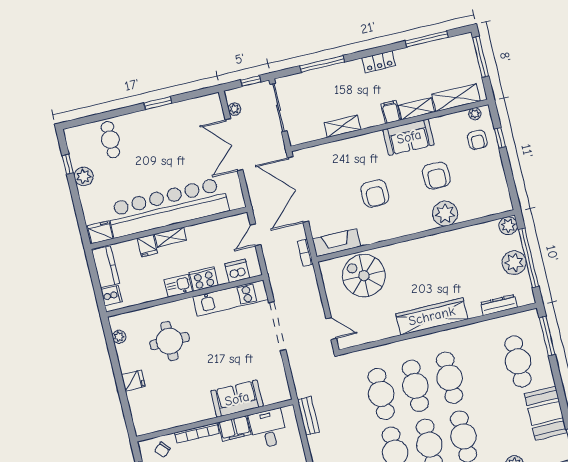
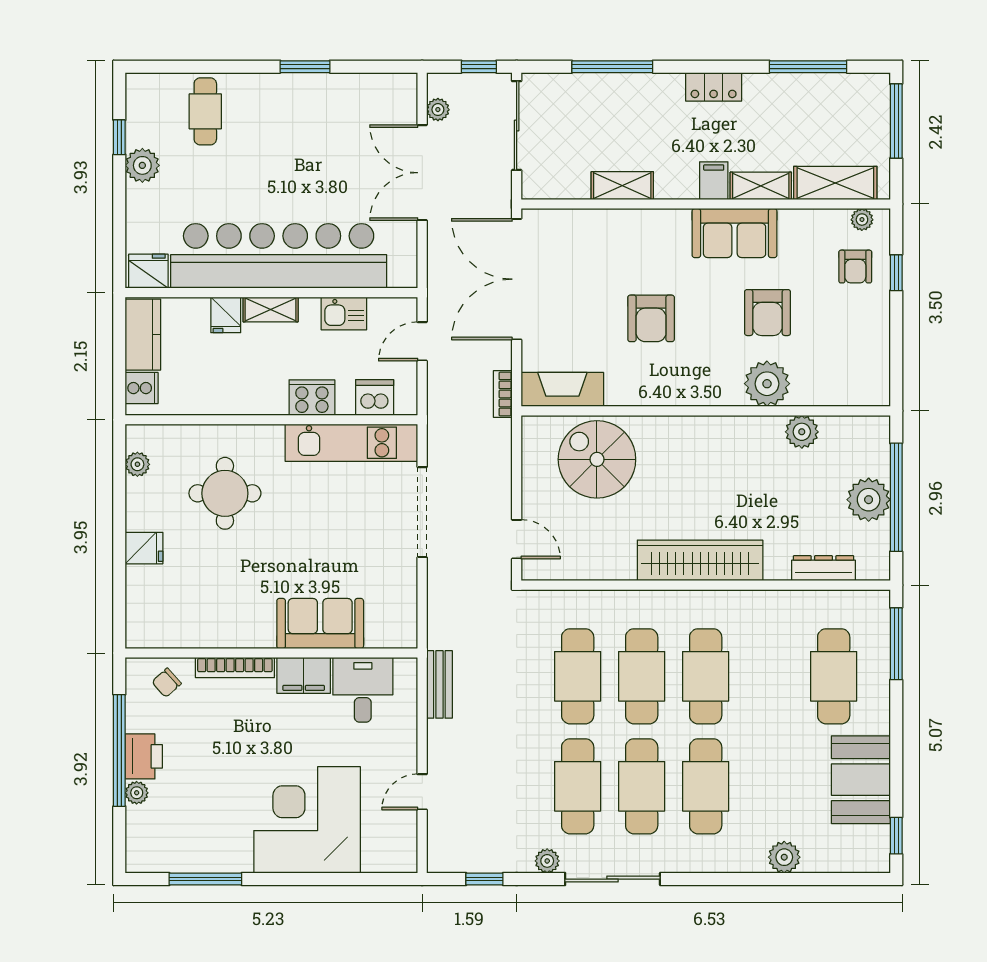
plant: (508, 226) -> (802, 432), moved
kitchen sink: (178, 286) -> (344, 314), moved, turned 180

